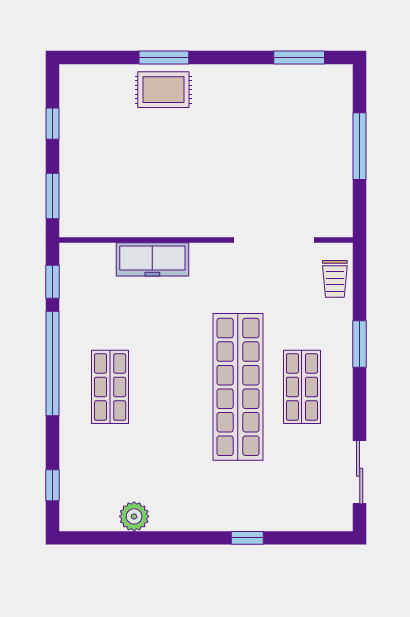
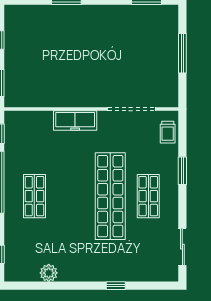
rug: (163, 90) -> (66, 20), removed
freezer: (152, 259) -> (75, 120), moved

